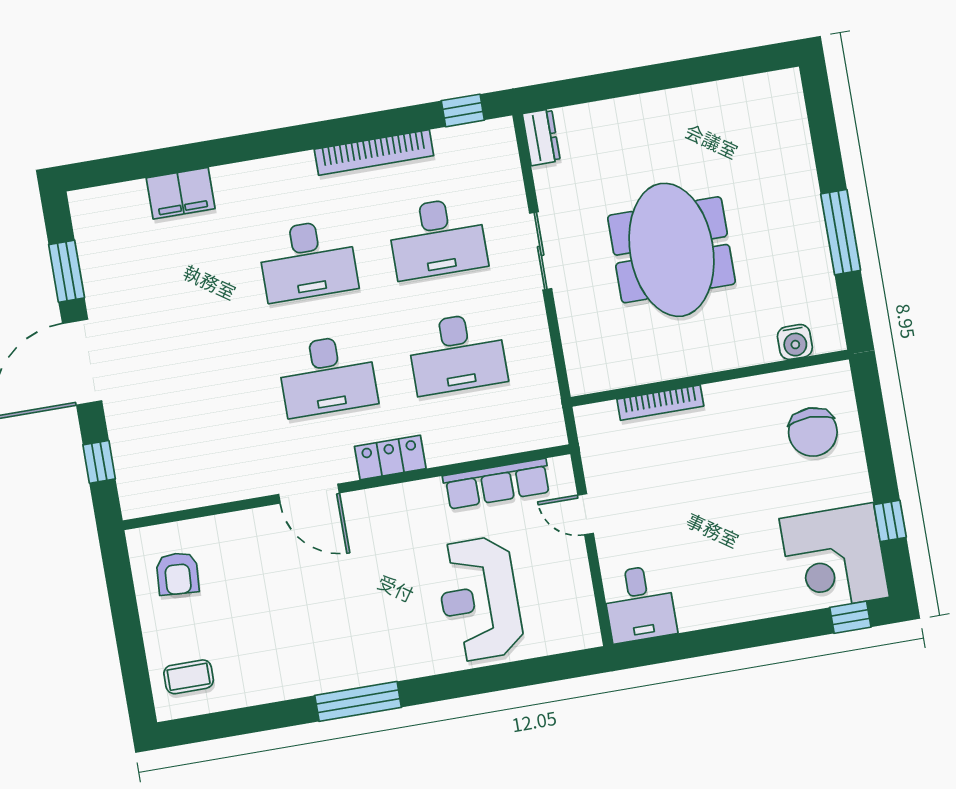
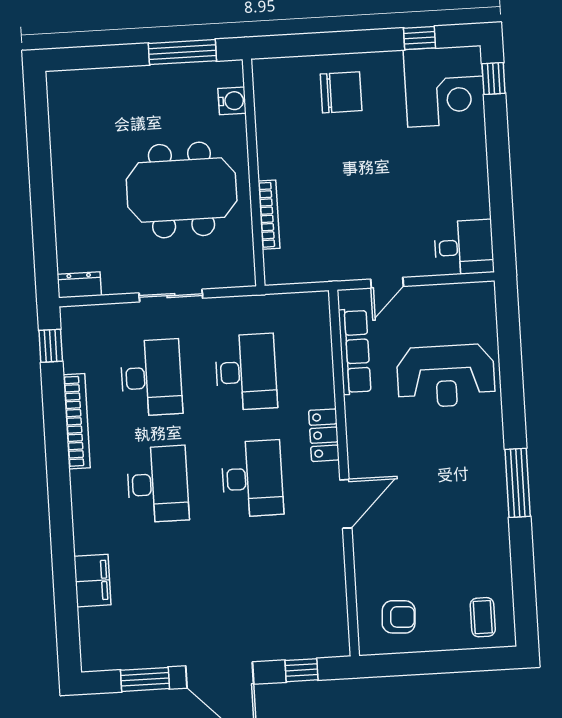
water cooler: (795, 342) -> (232, 101), moved
wall: (710, 378) -> (254, 173), moved
bookcase: (660, 403) -> (269, 215), moved

